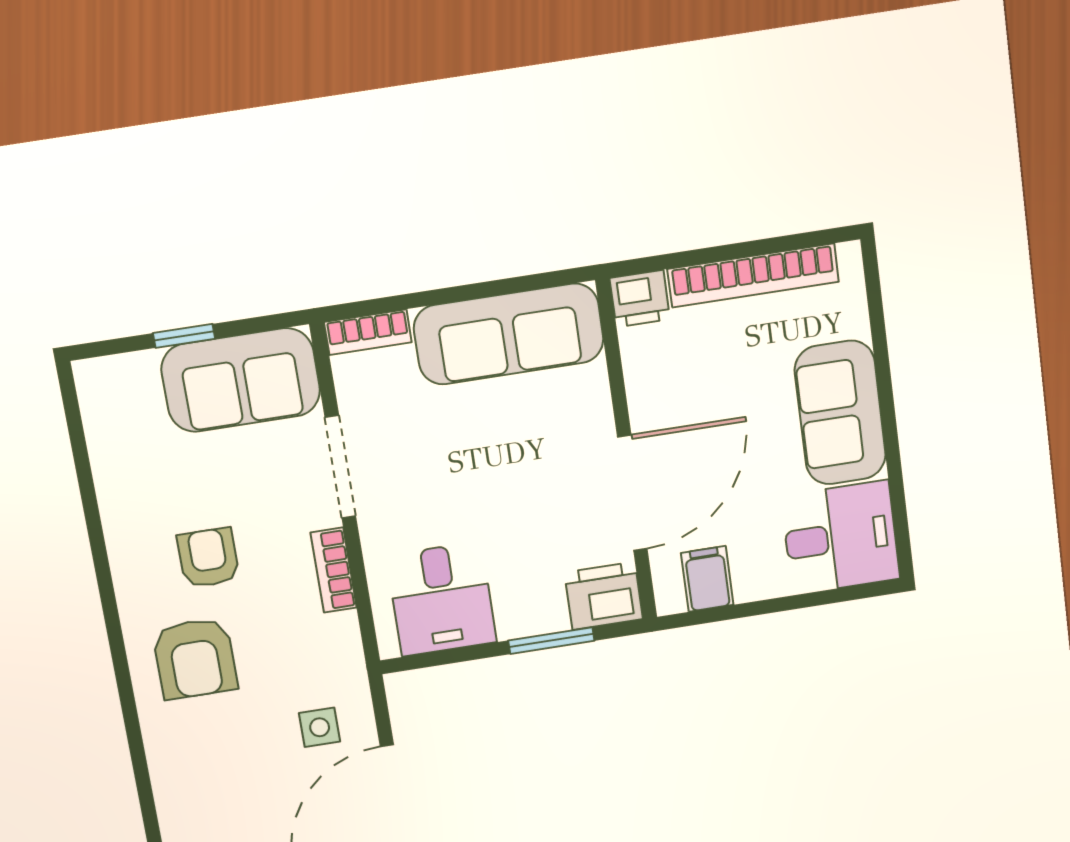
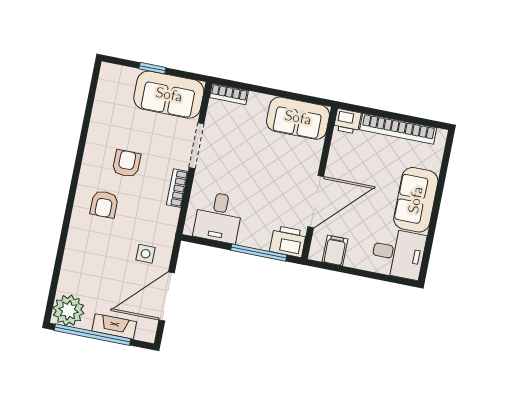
sofa: (509, 334) -> (298, 118), width x0.73
window: (551, 641) -> (259, 253), width x1.44
armchair: (195, 658) -> (104, 204), width x0.72, depth x0.72

